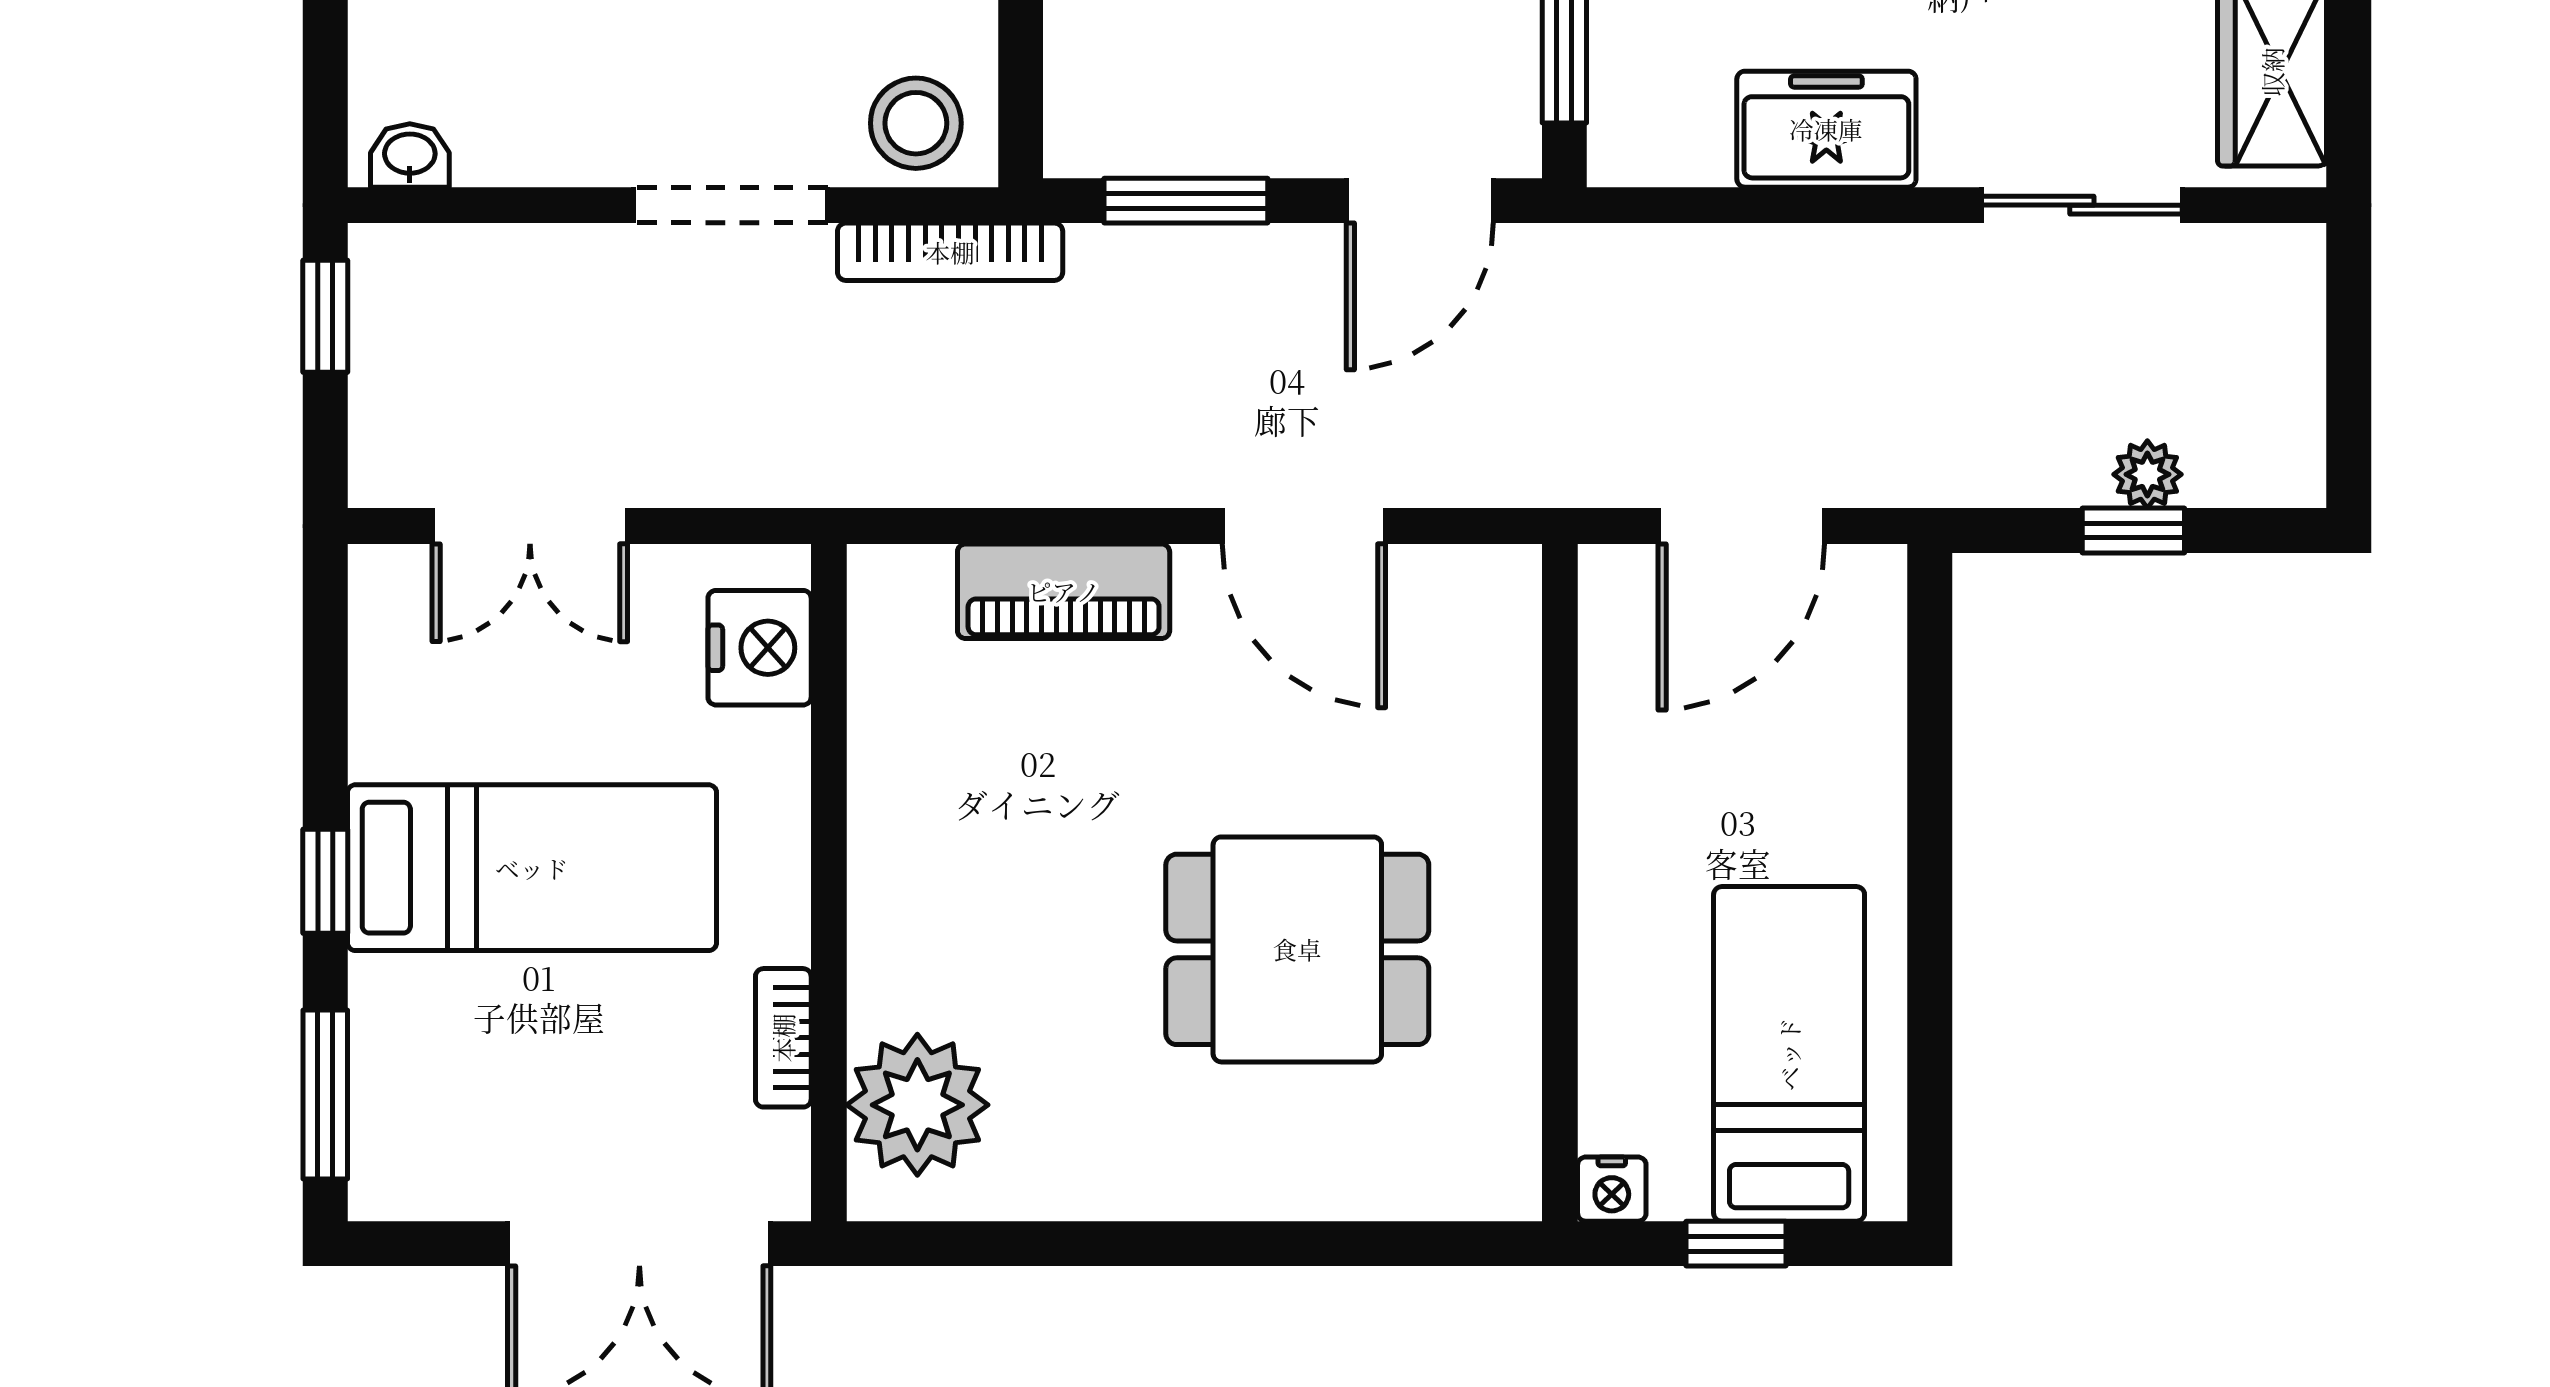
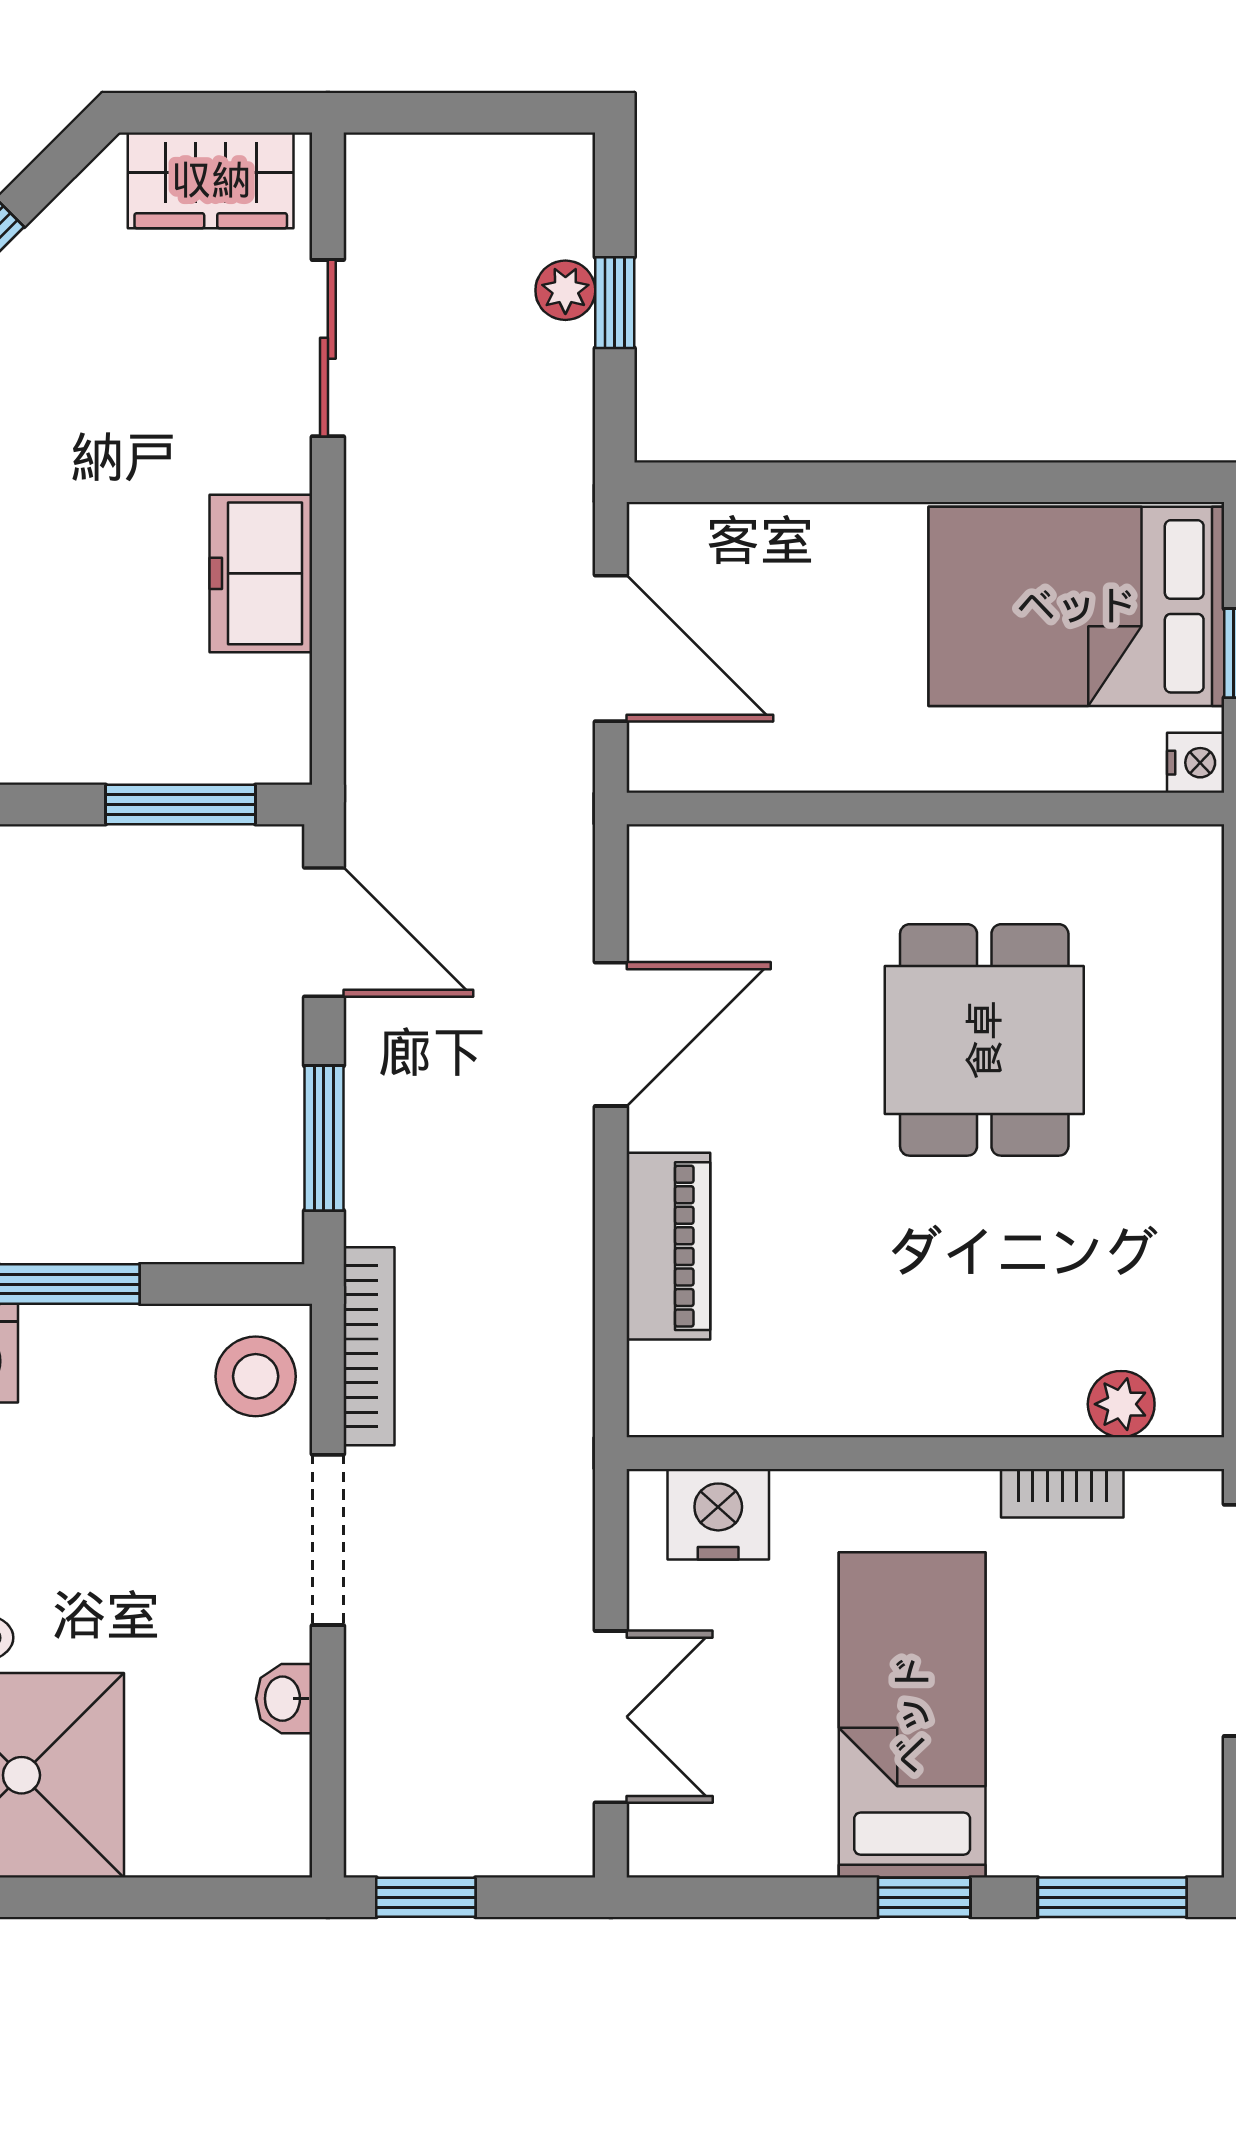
washbasin: (410, 156) -> (284, 1699), moved
bed: (1789, 1054) -> (1076, 606), width x1.50
plant: (917, 1105) -> (1121, 1404), width x0.53, depth x0.53

